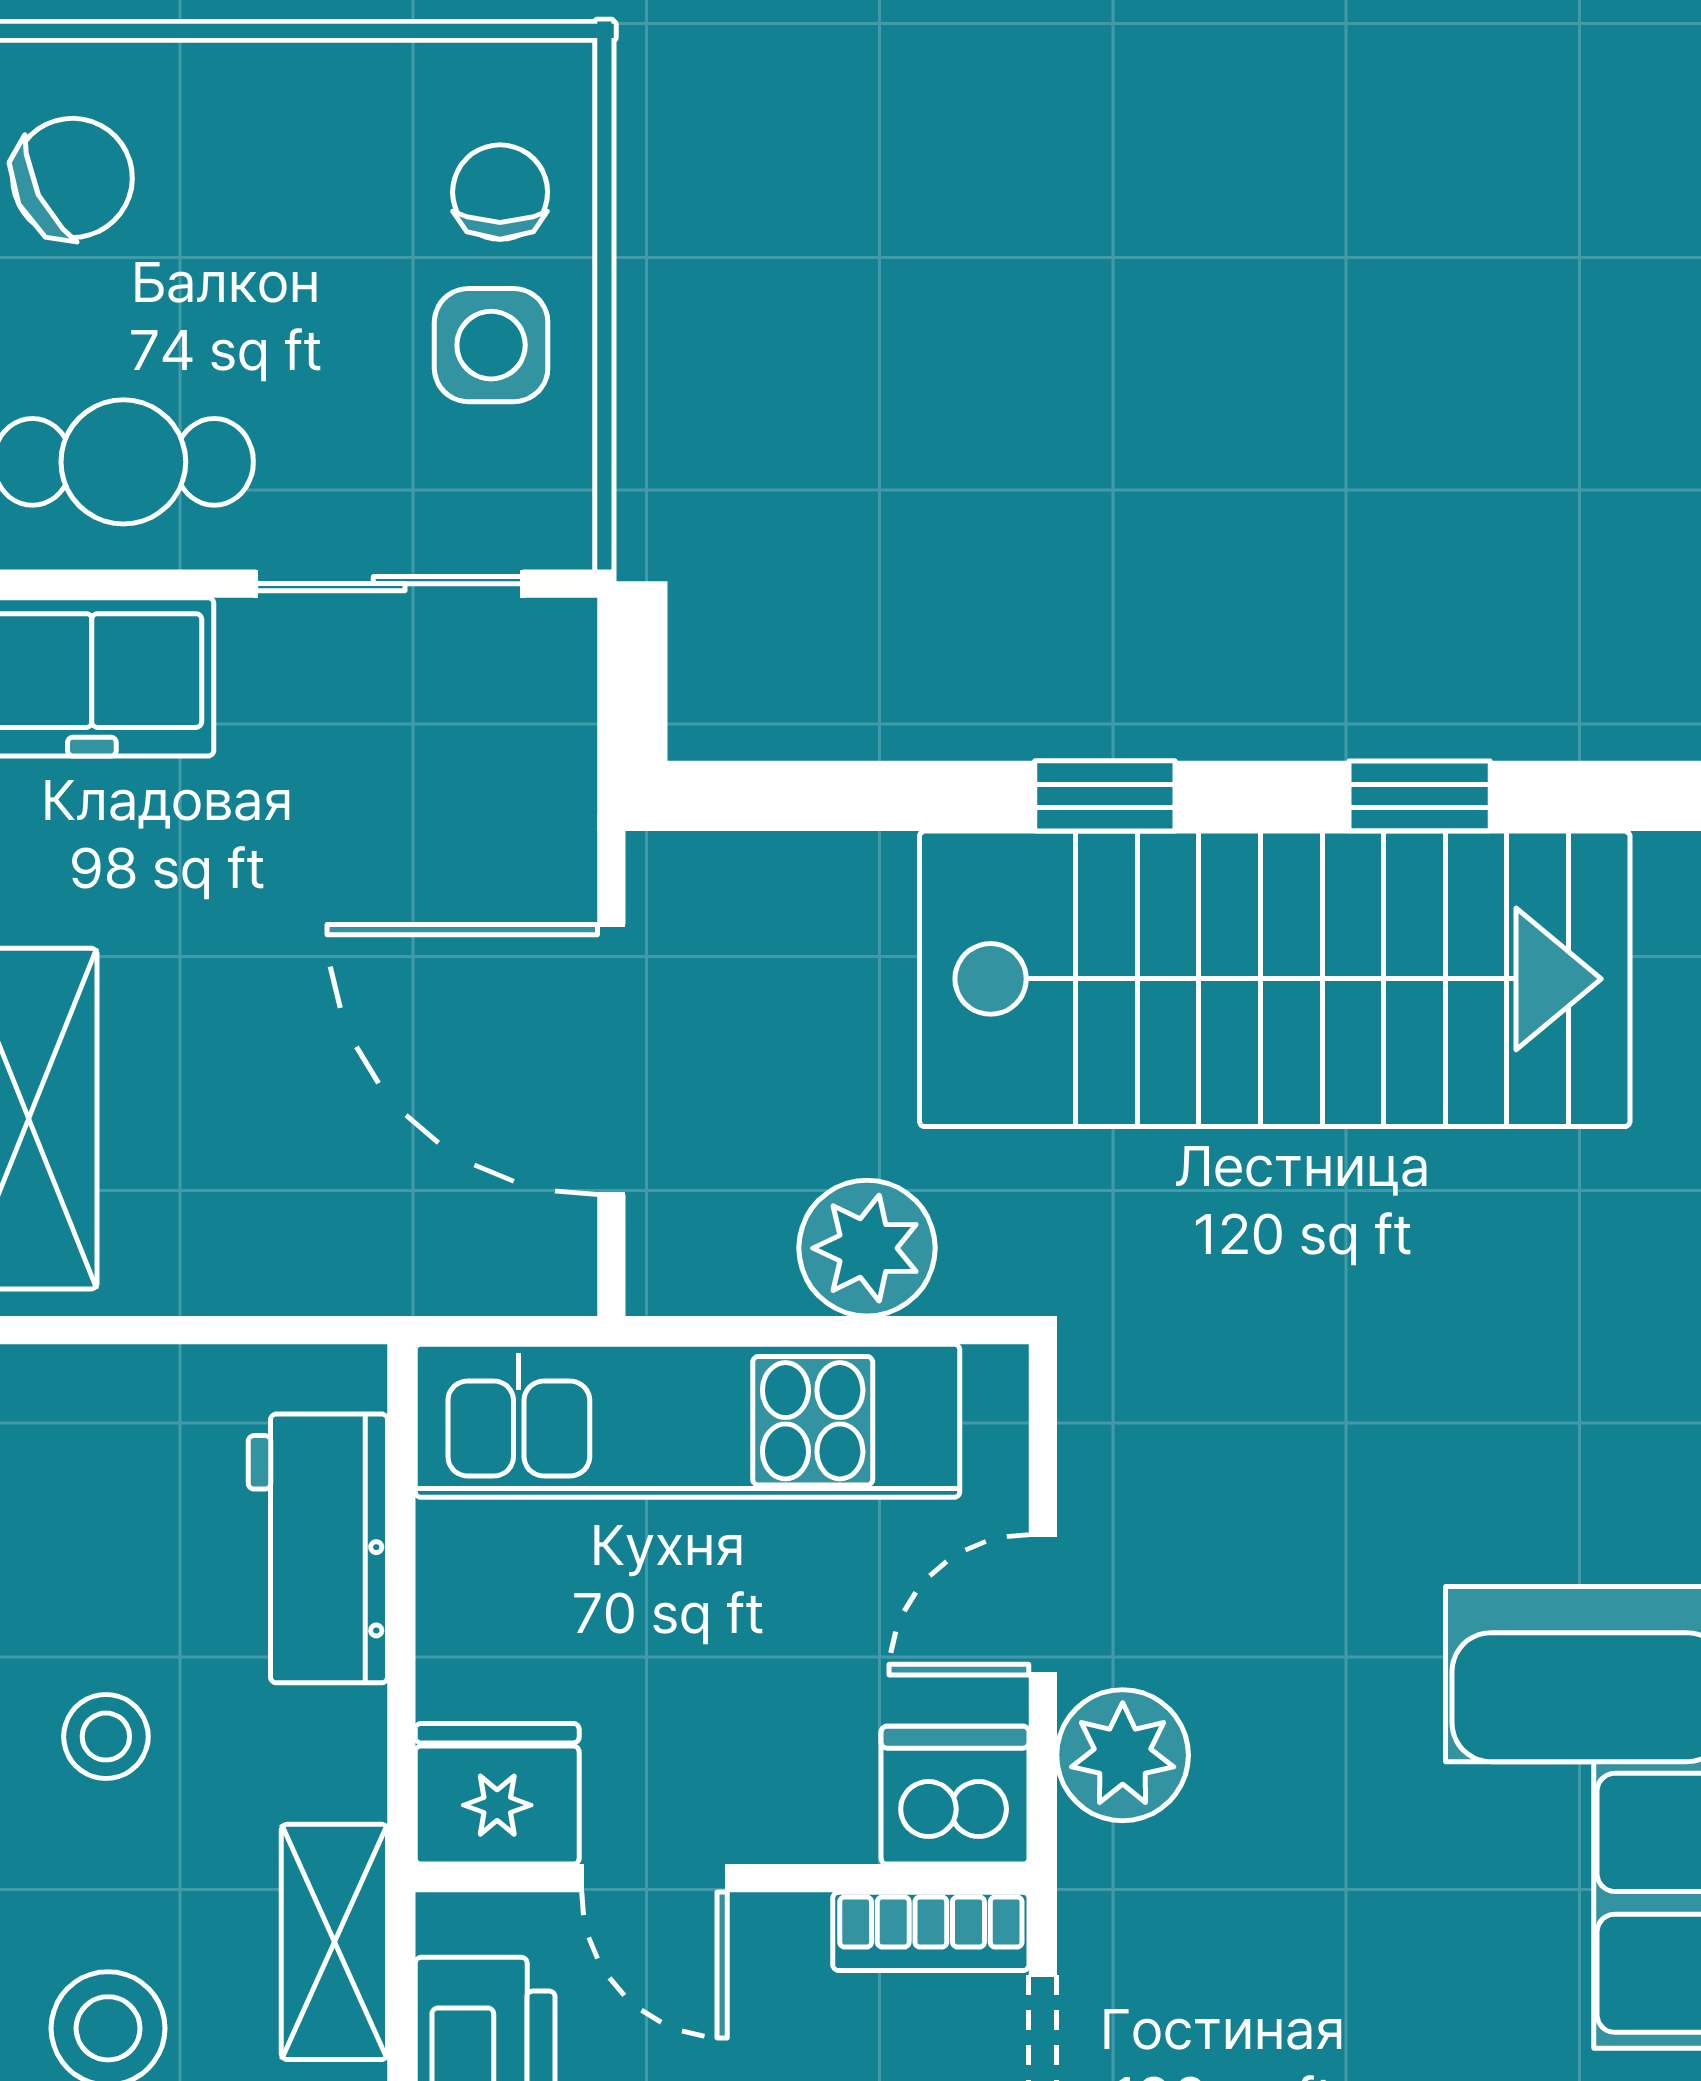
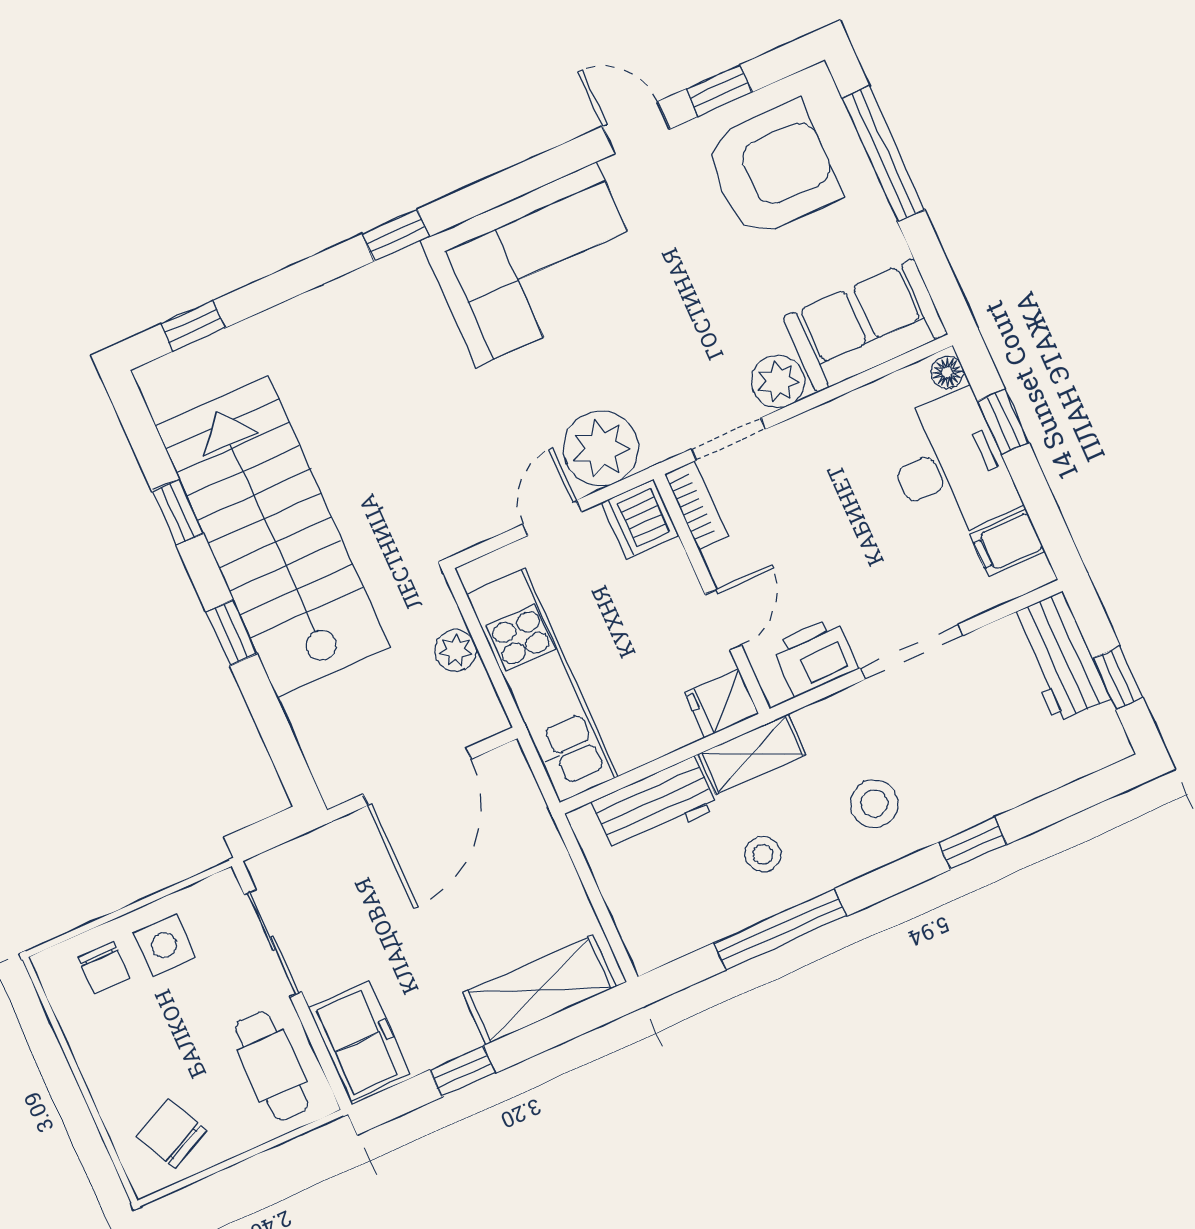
chair: (500, 192) -> (104, 968), turned -90
plant: (867, 1248) -> (456, 650), width x0.73, depth x0.73
door: (1043, 1605) -> (552, 518), swing flipped
plant: (1123, 1755) -> (601, 448), width x1.36, depth x1.36
fridge: (497, 1794) -> (722, 703), width x0.72
shelving: (334, 1942) -> (752, 754), moved

